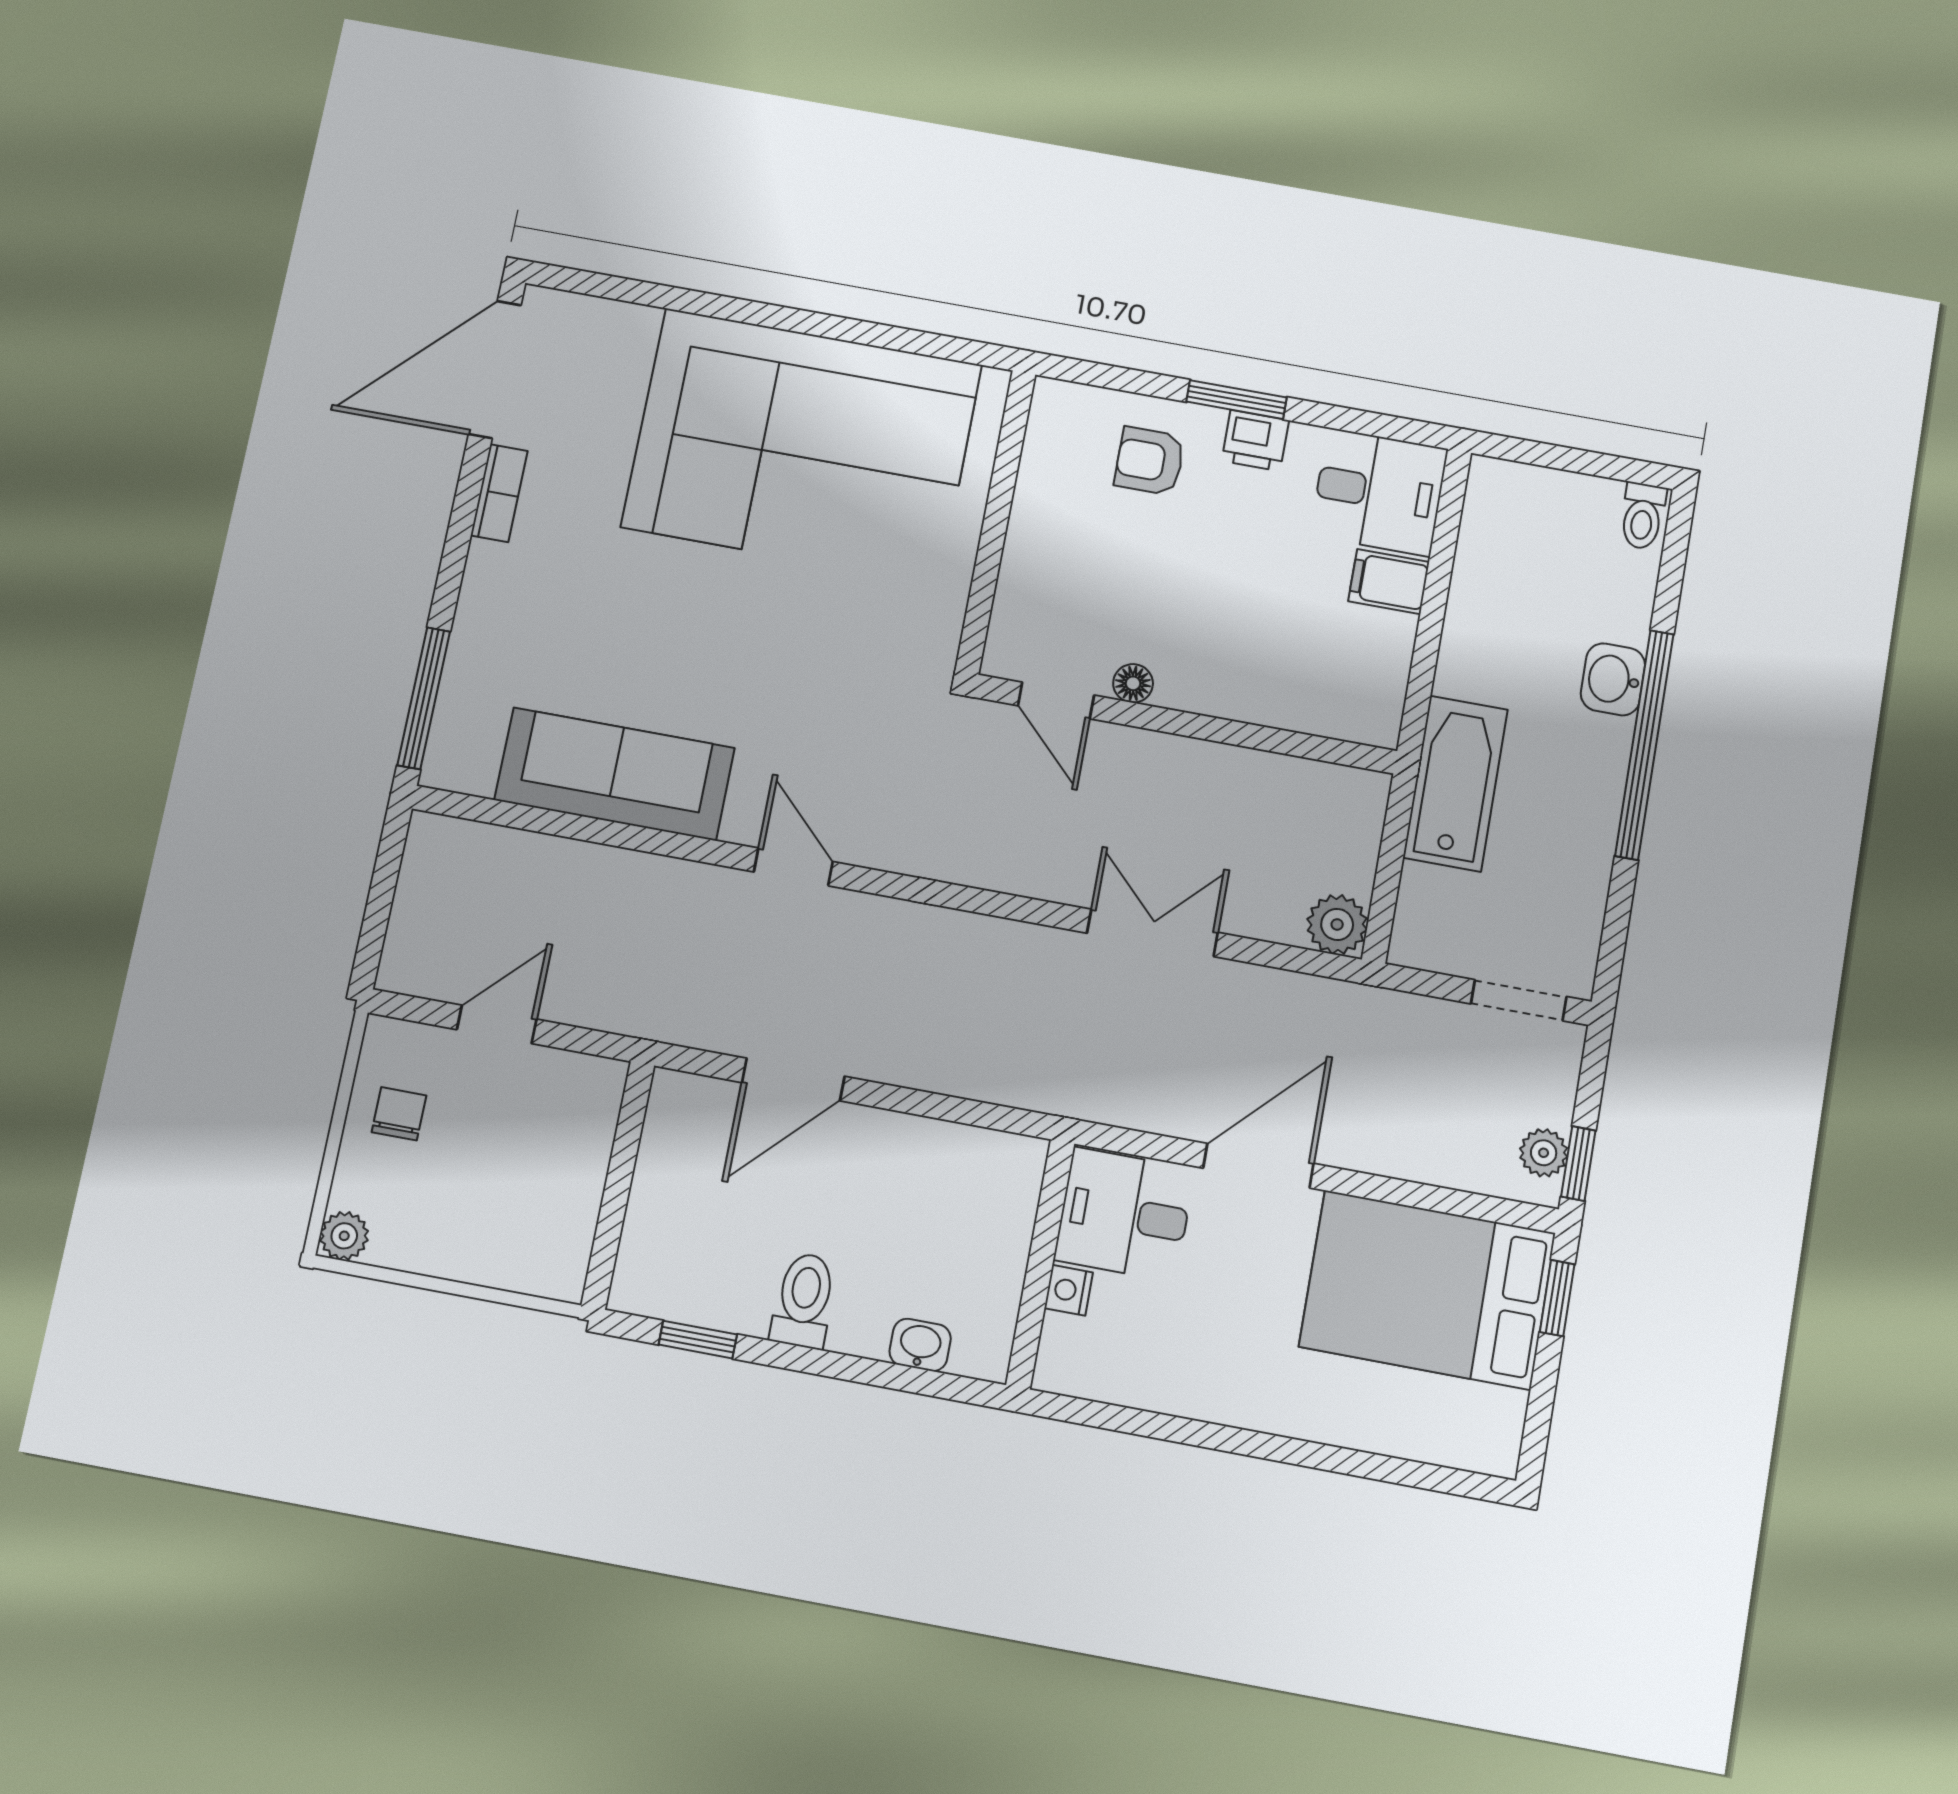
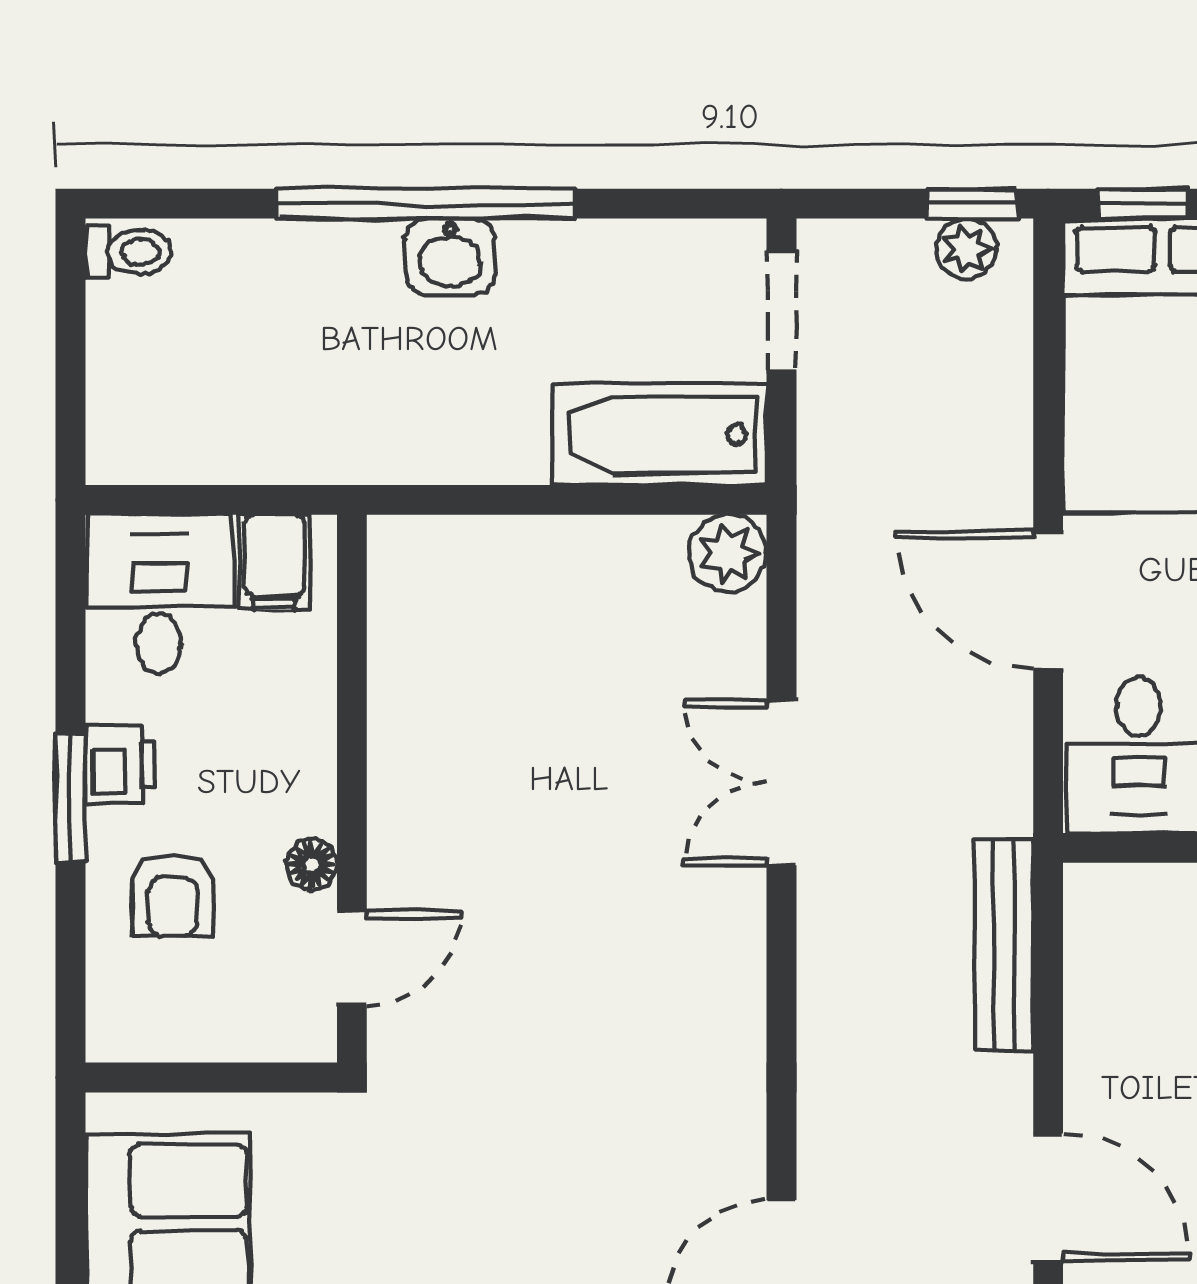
washbasin: (1613, 679) -> (450, 257), moved
floor lamp: (1133, 683) -> (312, 864), moved
door: (1056, 700) -> (352, 958), moved
wall: (1185, 724) -> (352, 789), moved
bathtub: (1455, 783) -> (659, 434), moved
bench: (995, 1081) -> (1004, 945), added

